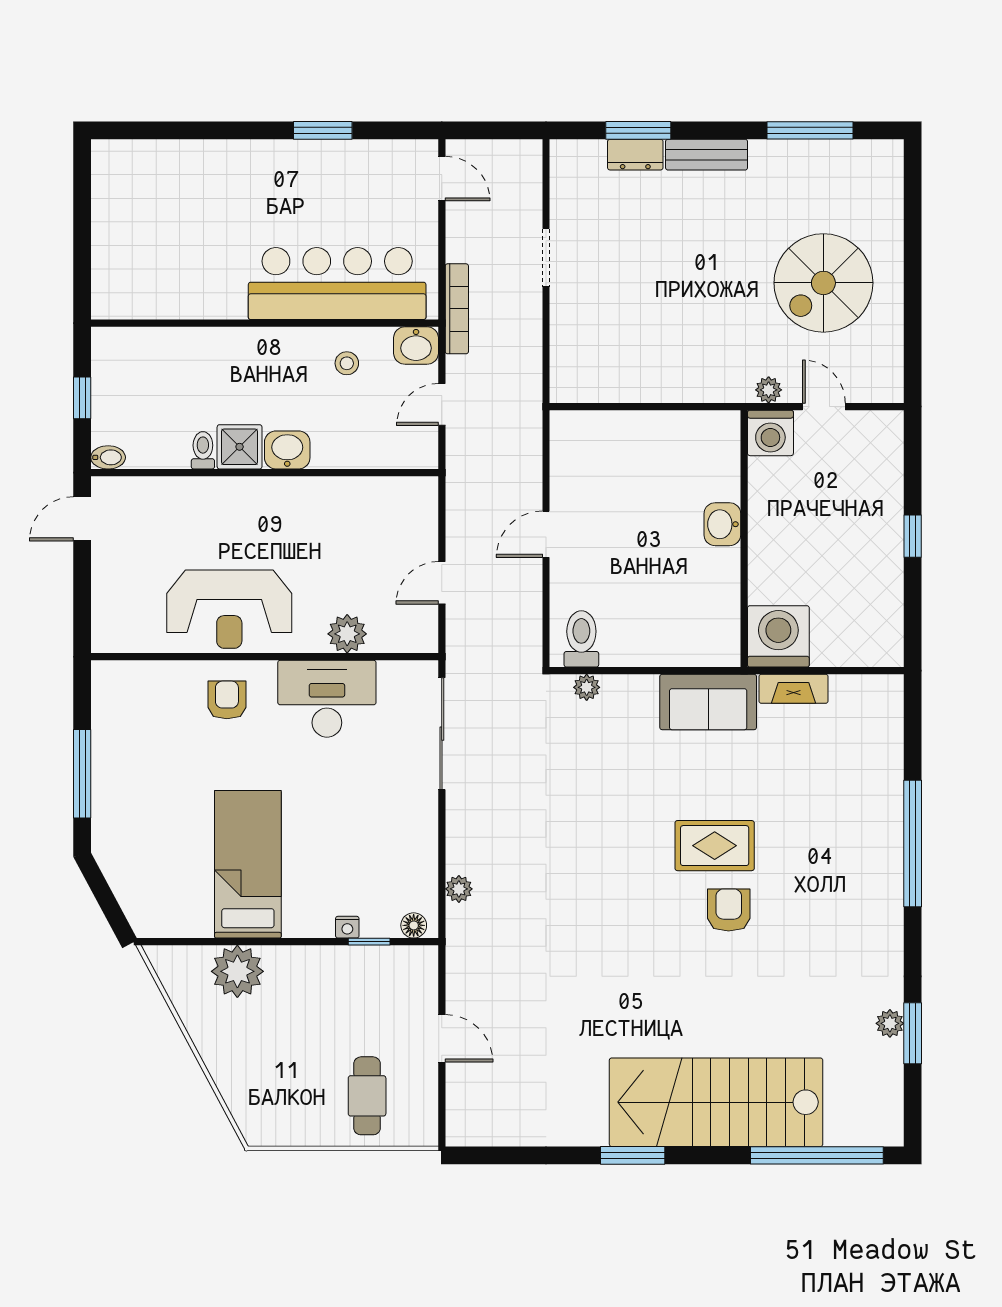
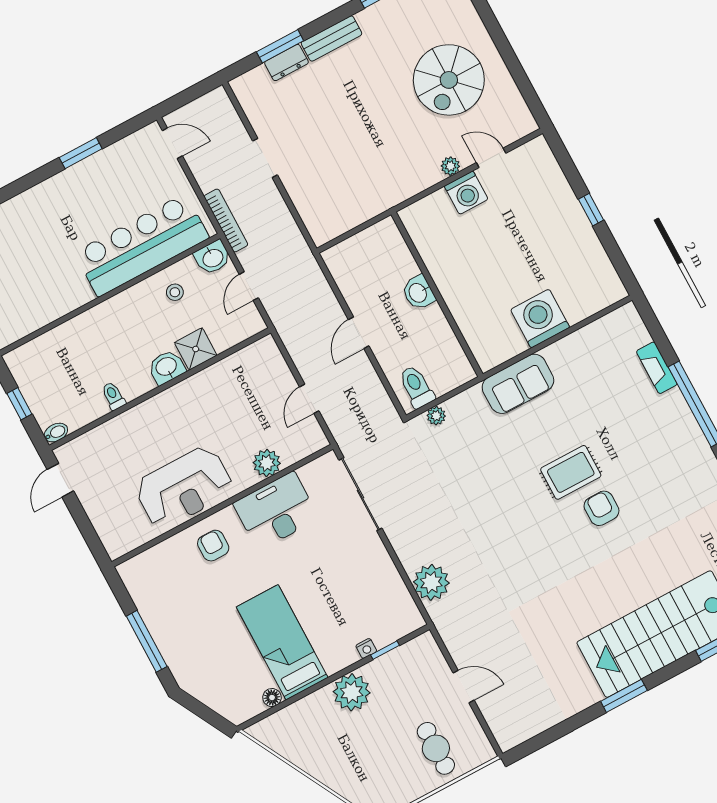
shower: (240, 447) -> (196, 349), moved
washbasin: (722, 524) -> (418, 293), moved
wall: (744, 539) -> (437, 294), moved
fireplace: (794, 689) -> (657, 368), moved, turned 90
plant: (459, 889) -> (431, 582), width x1.87, depth x1.87
floor lamp: (414, 925) -> (272, 698), moved
plant: (237, 971) -> (352, 692), moved

